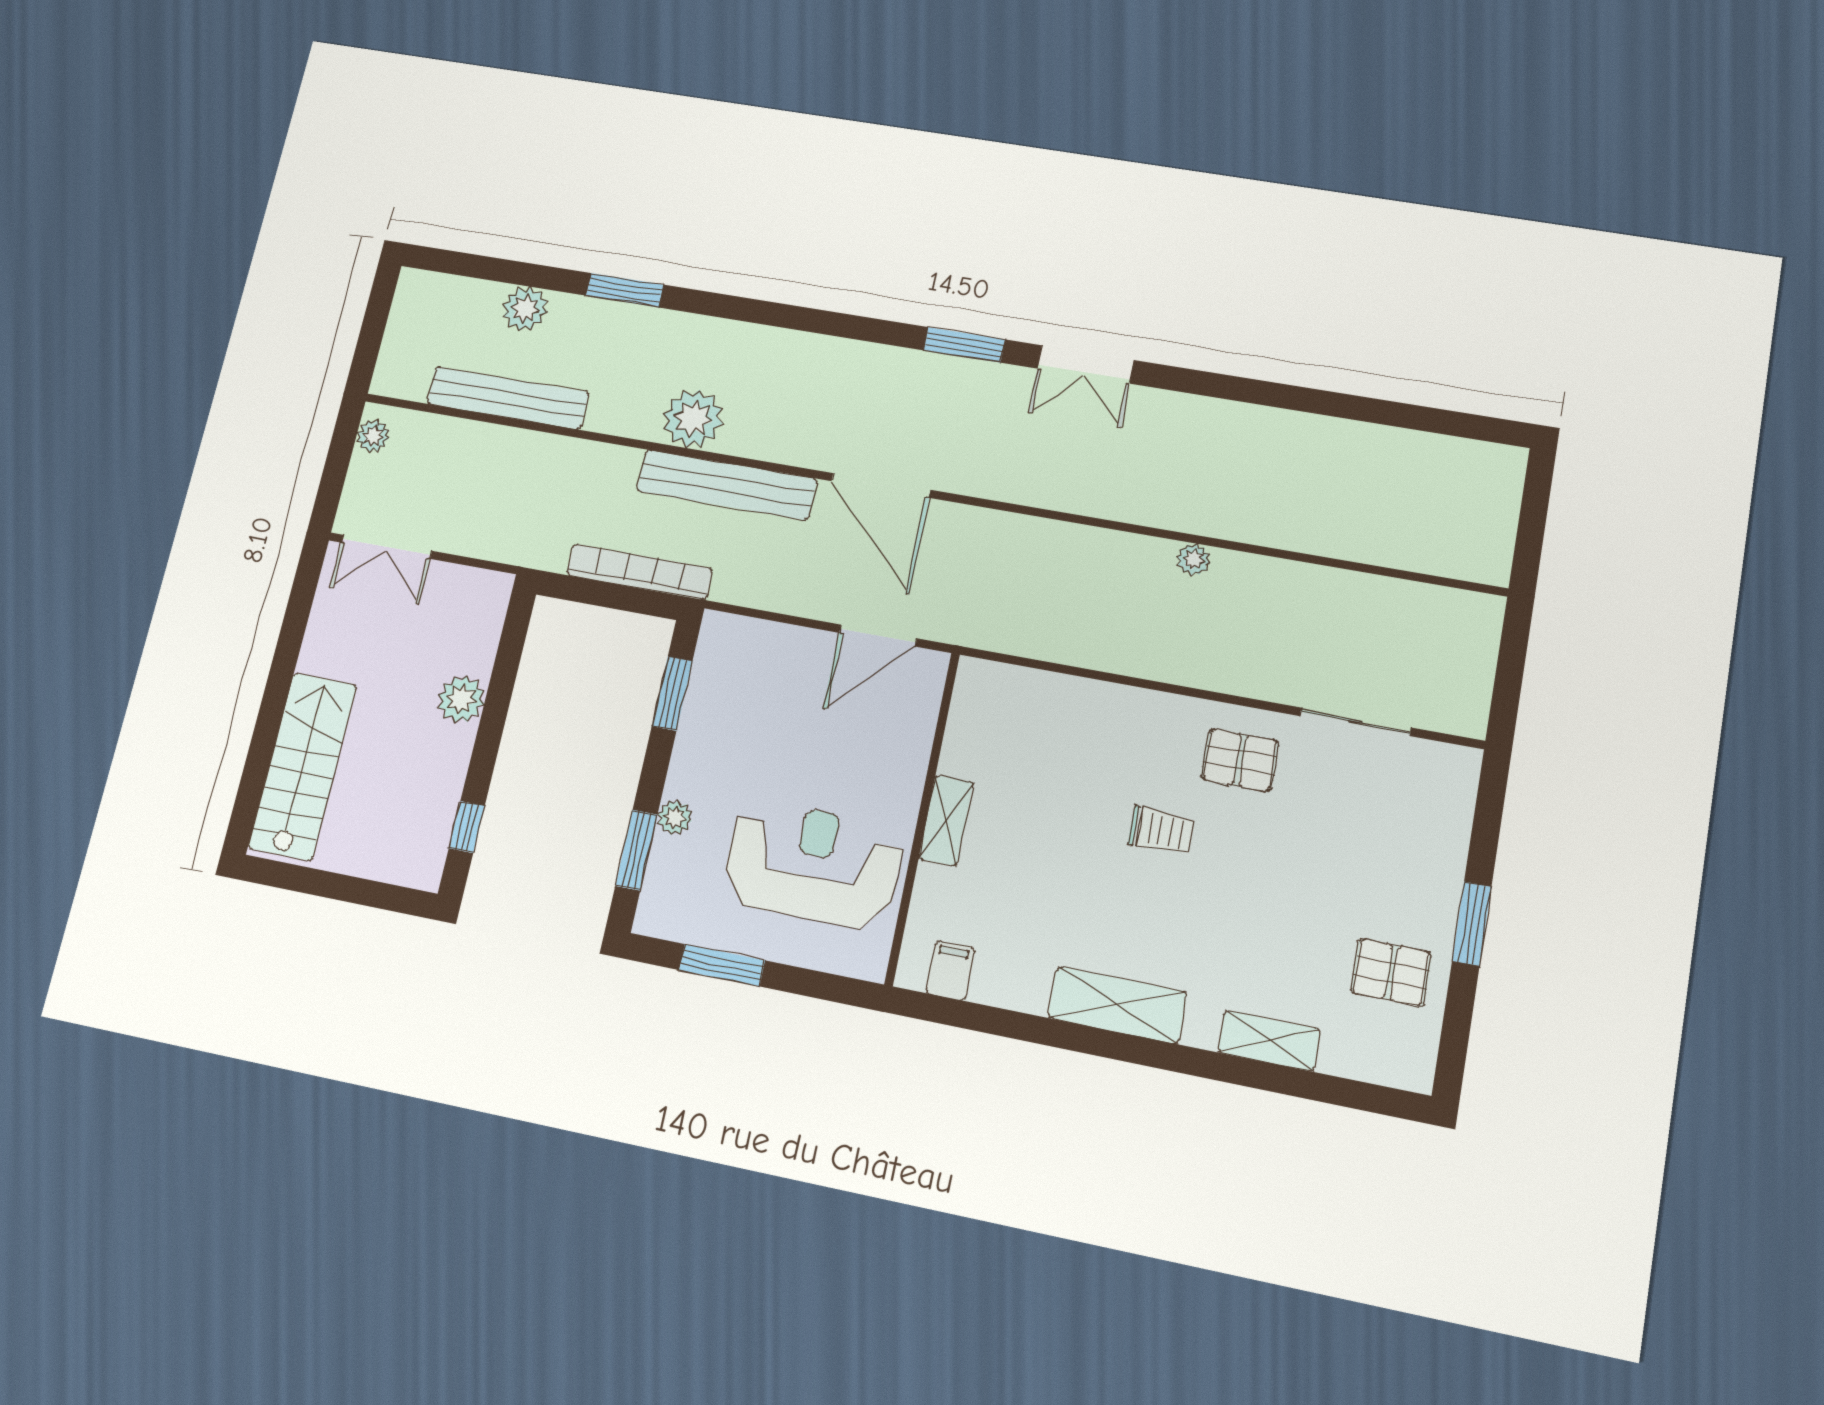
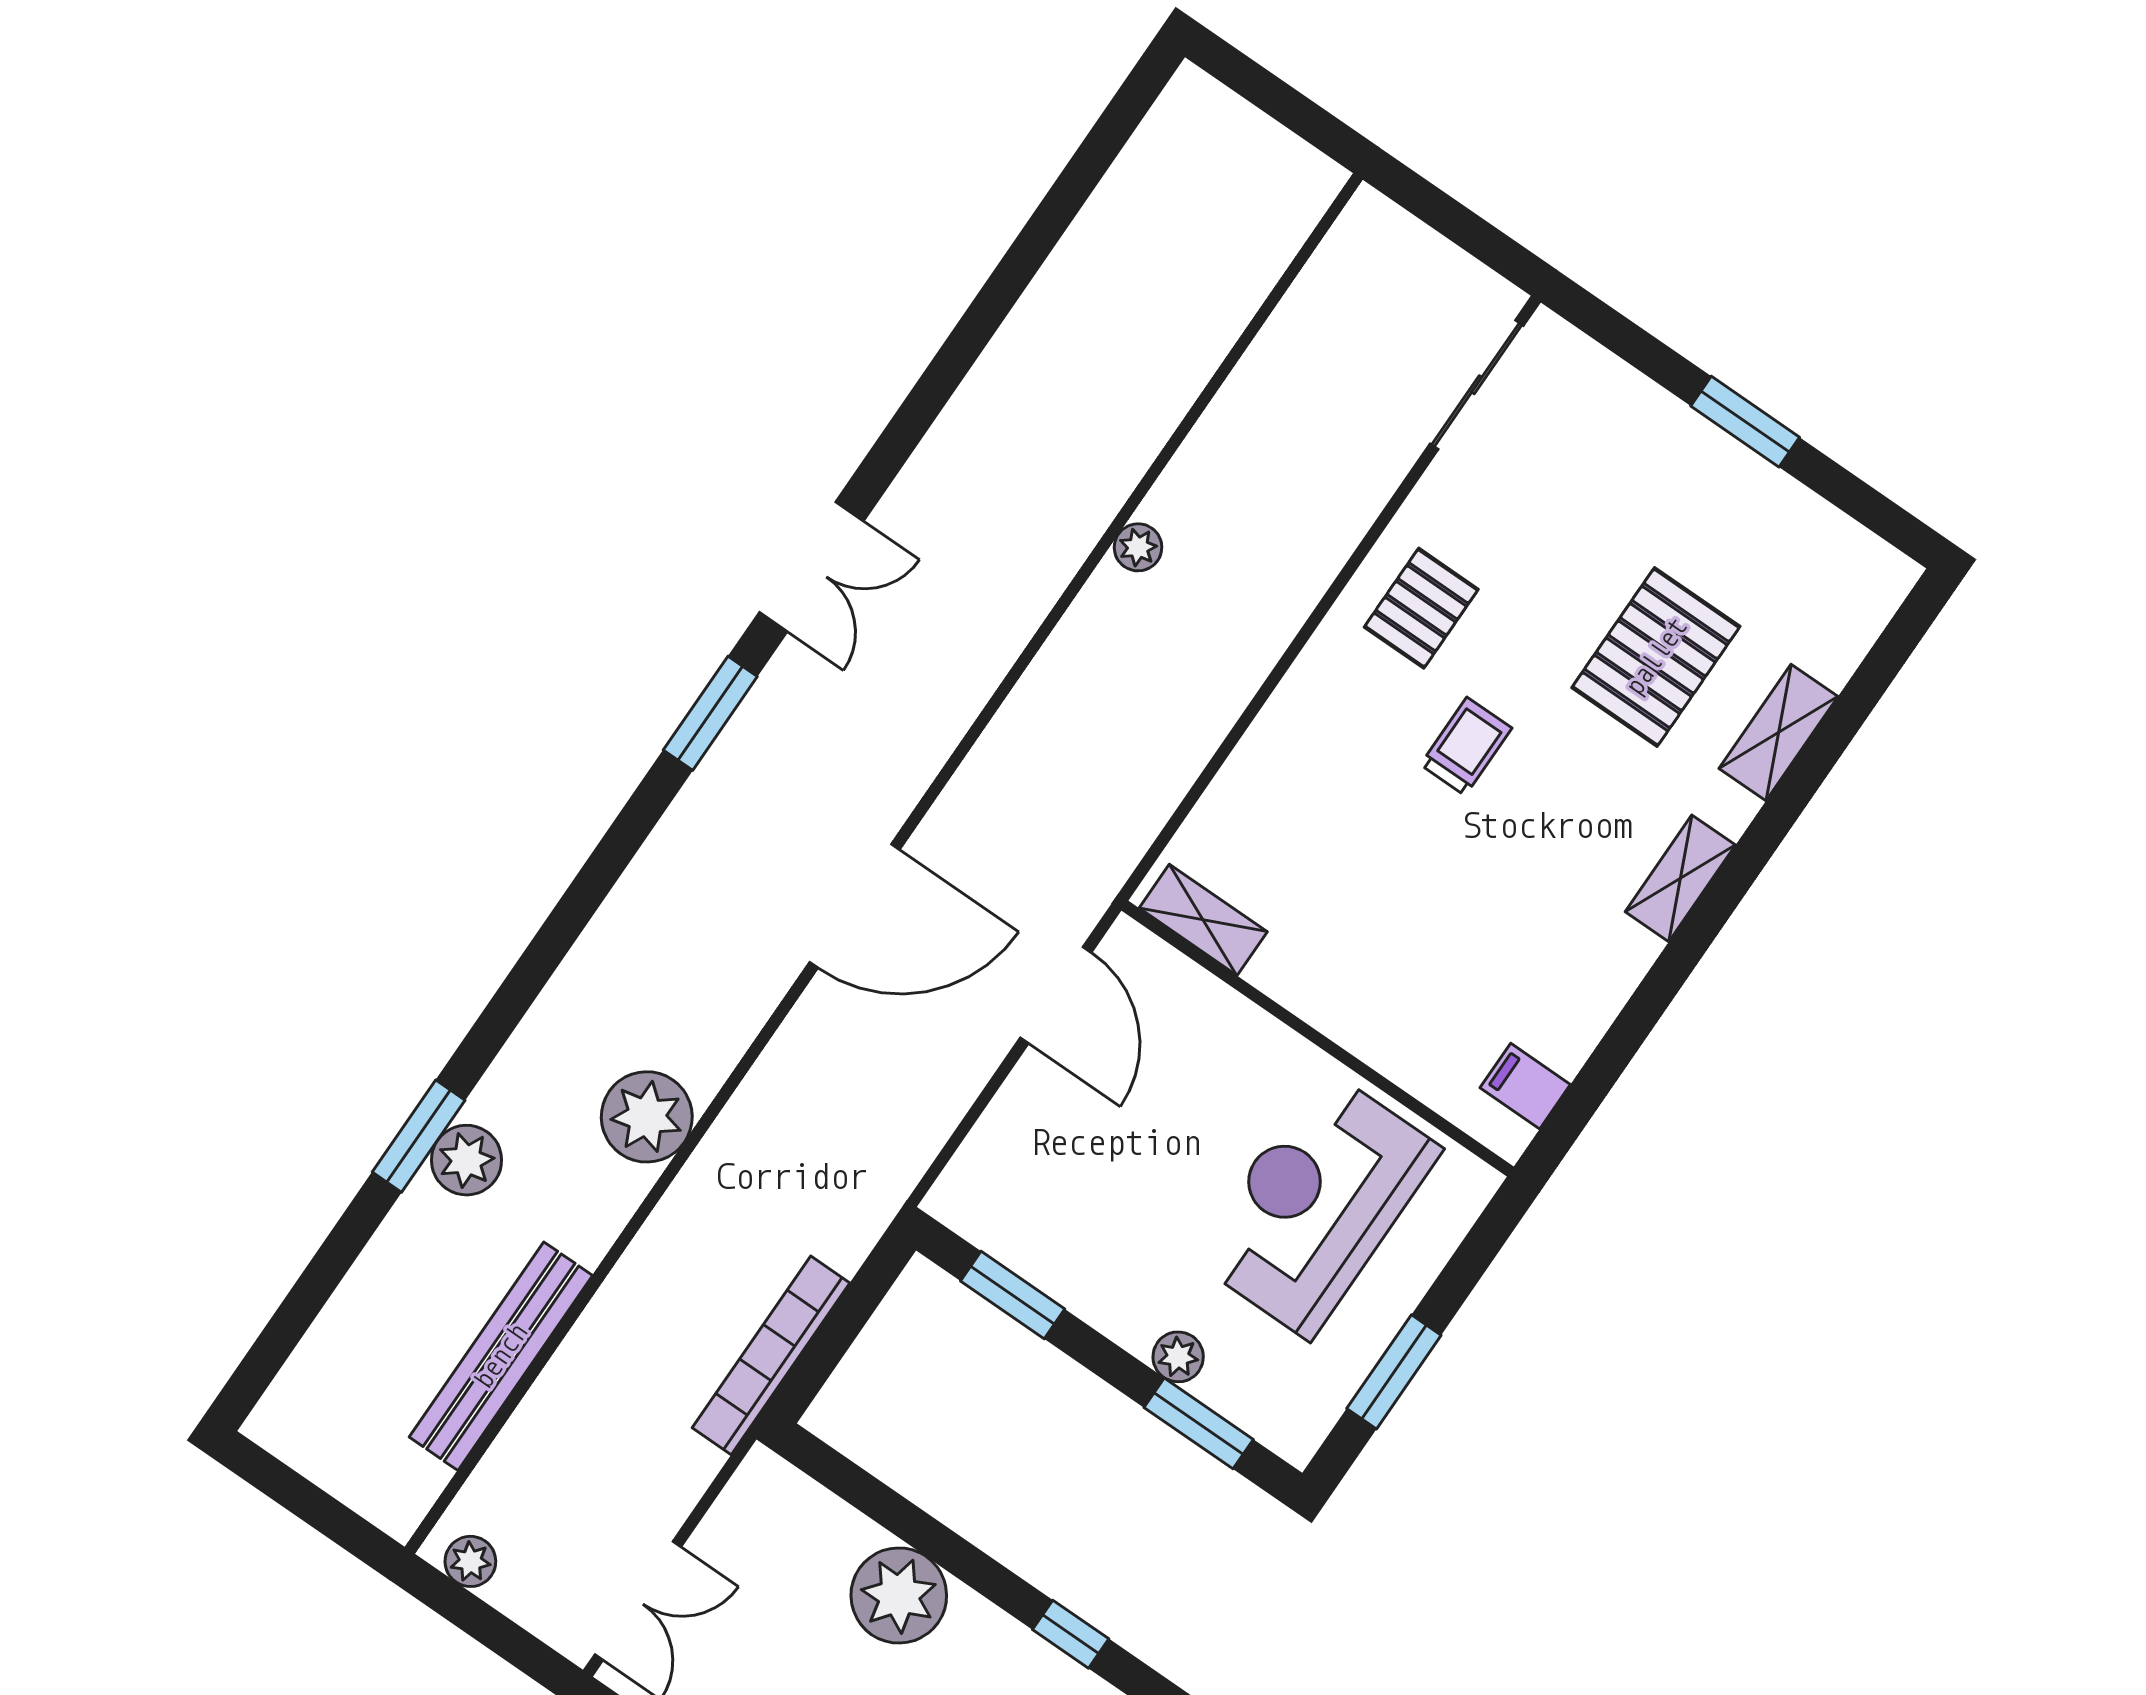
plant: (525, 309) -> (466, 1160), moved
bench: (727, 485) -> (760, 1109), removed
bookcase: (639, 572) -> (771, 1355), moved
plant: (461, 699) -> (899, 1595), width x1.36, depth x1.36
sliding door: (1356, 722) -> (1477, 385), moved
shelving: (946, 821) -> (1203, 920), moved
pallet: (1391, 972) -> (1656, 657), moved, width x1.50, depth x1.42
shelving: (1117, 1005) -> (1680, 878), width x0.67, depth x0.75

